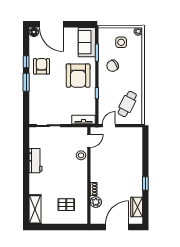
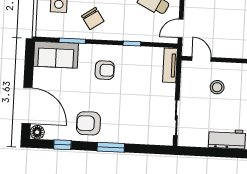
door: (52, 24) -> (27, 106), hinge flipped
window: (26, 62) -> (62, 145), moved
armchair: (78, 76) -> (105, 70), width x0.53, depth x0.53
door: (109, 126) -> (181, 29), hinge flipped
stool: (81, 155) -> (217, 87), moved

